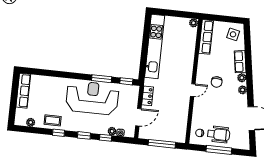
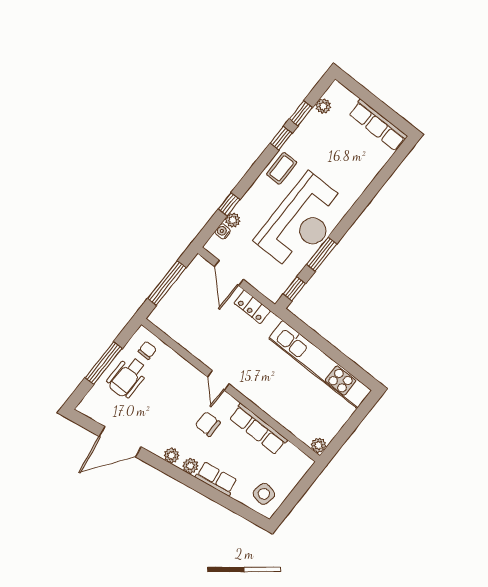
row of seats: (206, 37) -> (258, 429), moved
coffee table: (53, 120) -> (282, 168), moved
window: (84, 135) -> (301, 113), moved

